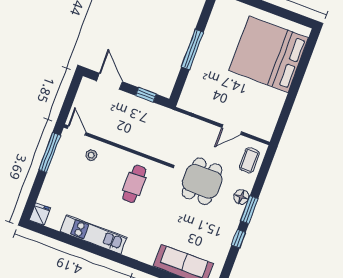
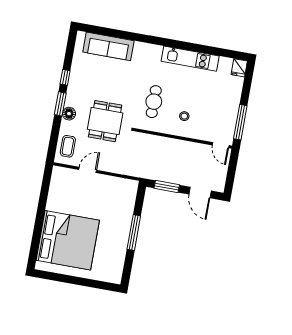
window: (146, 95) -> (167, 186), width x1.50
stool: (91, 155) -> (184, 116), moved
cafe table: (134, 184) -> (154, 102), moved

